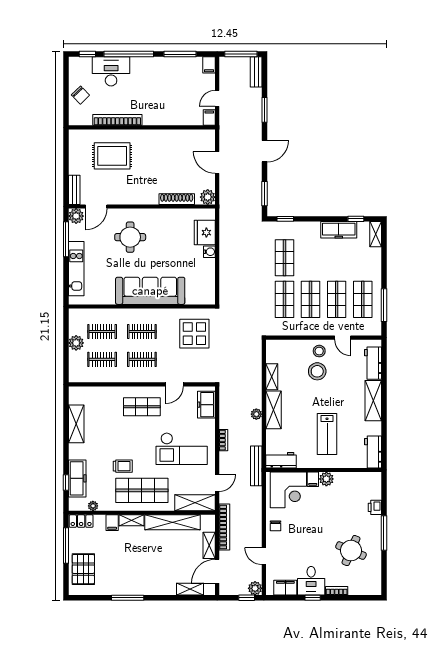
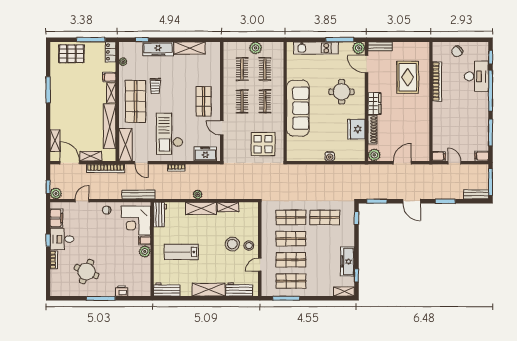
wardrobe: (144, 197) -> (374, 103), added
fridge: (205, 233) -> (356, 129), moved, turned -90
bench: (256, 466) -> (138, 195), moved
freezer: (77, 478) -> (158, 49), moved

